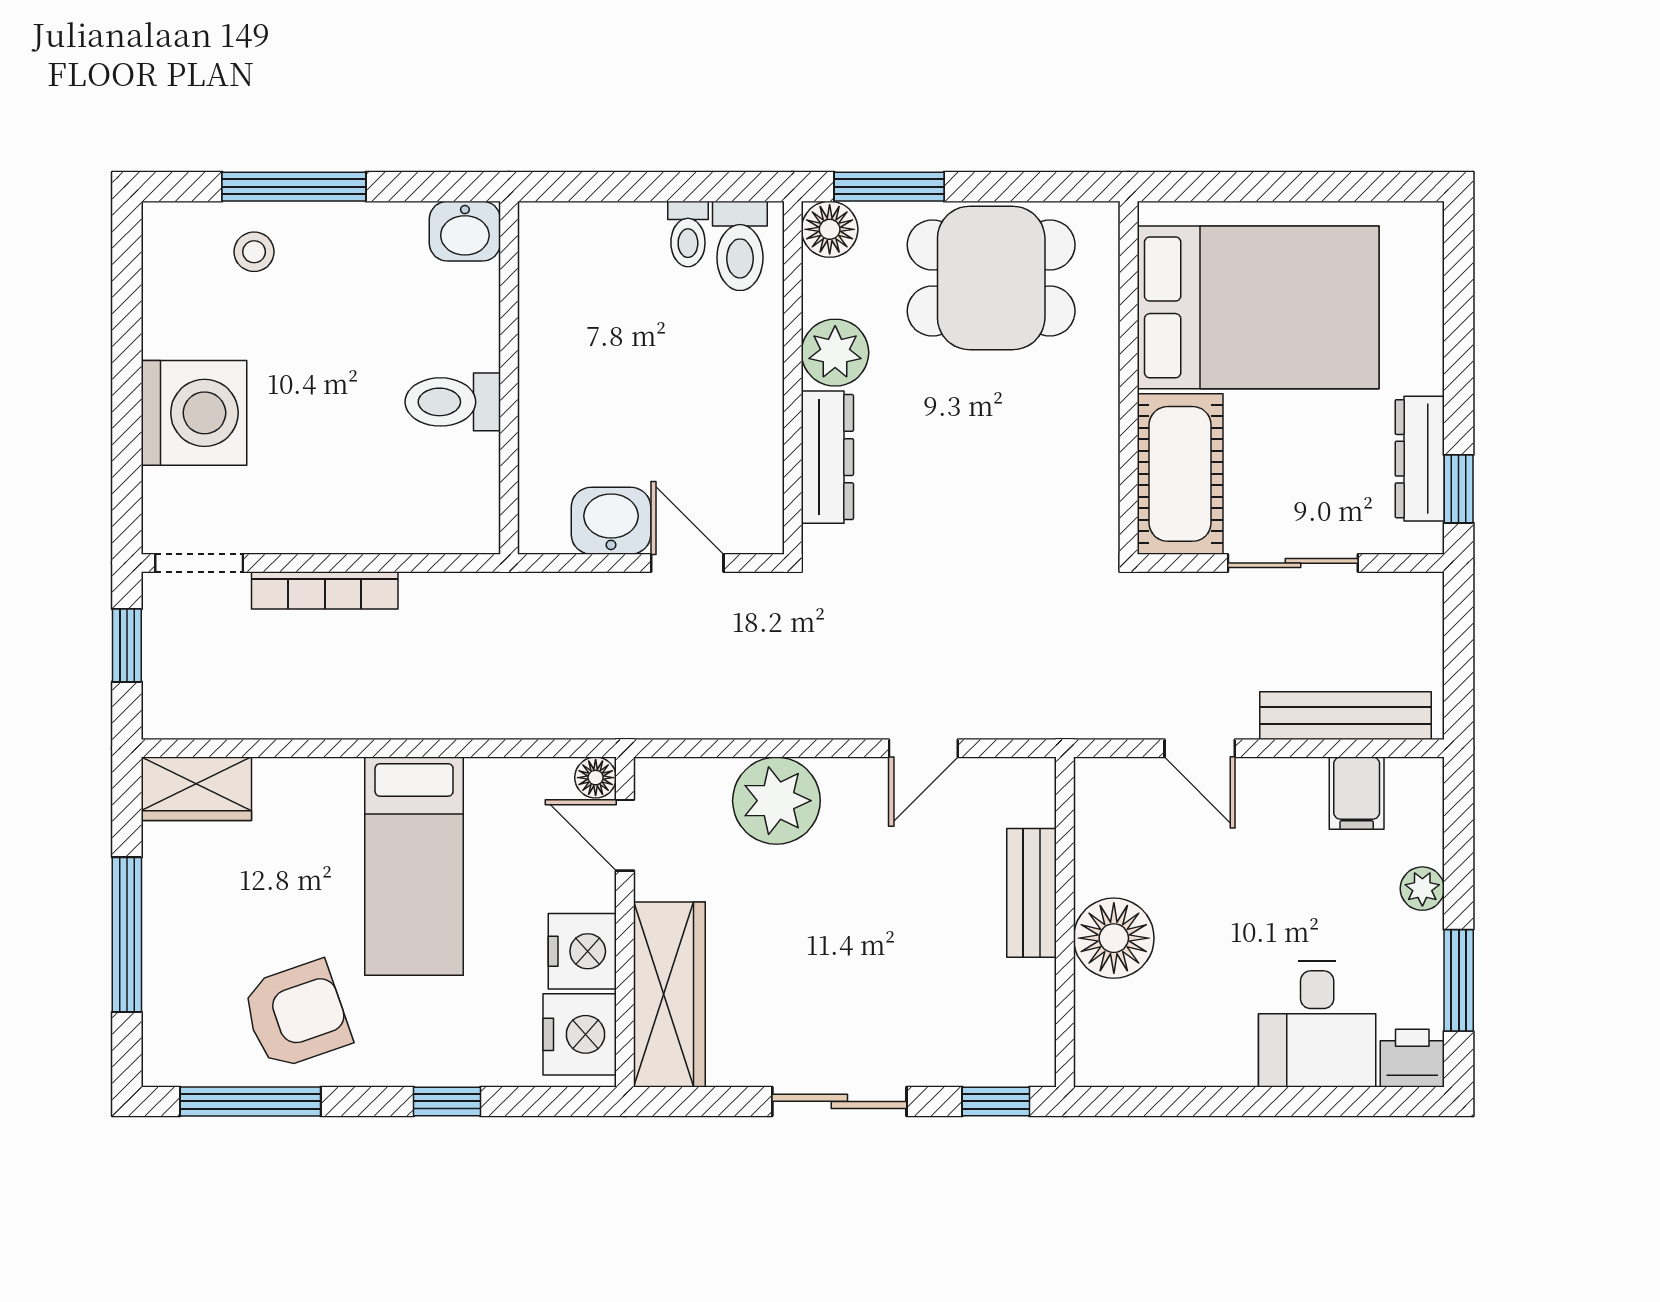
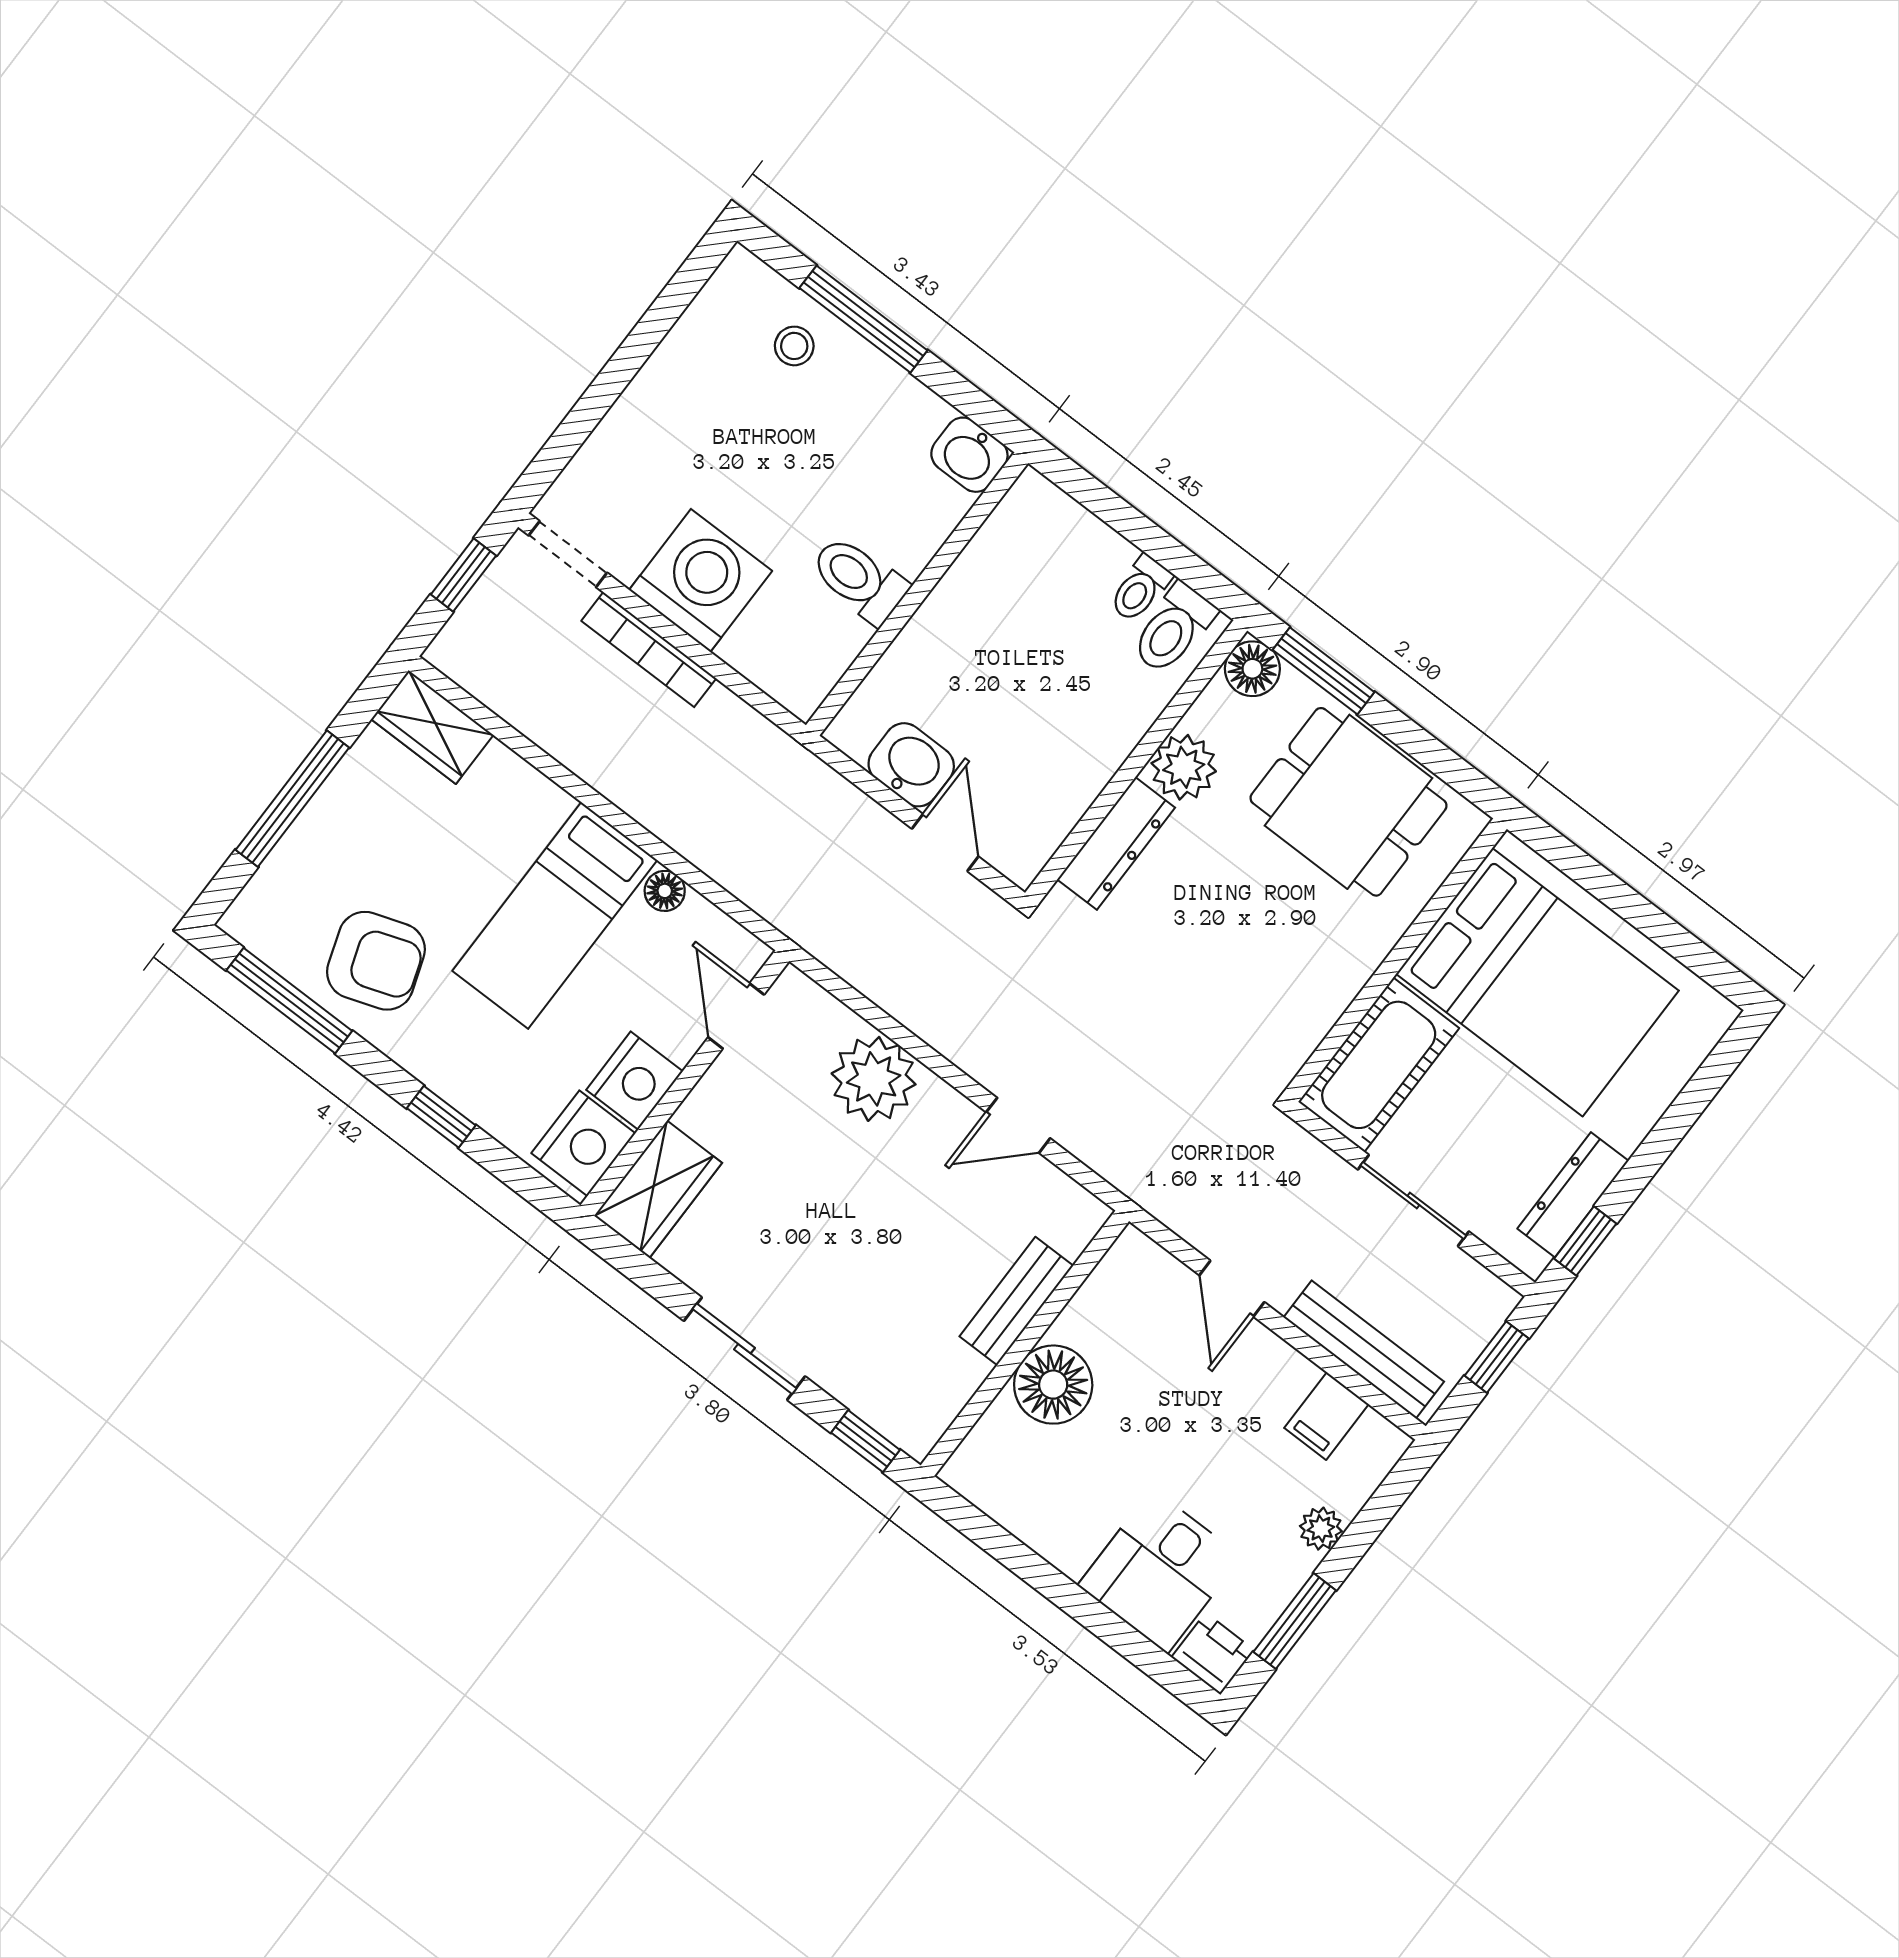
washing machine: (194, 413) -> (701, 580), moved, turned -90
window: (1459, 639) -> (1497, 1357), added
floor lamp: (596, 778) -> (665, 891), moved
wardrobe: (669, 994) -> (658, 1189), width x0.67

